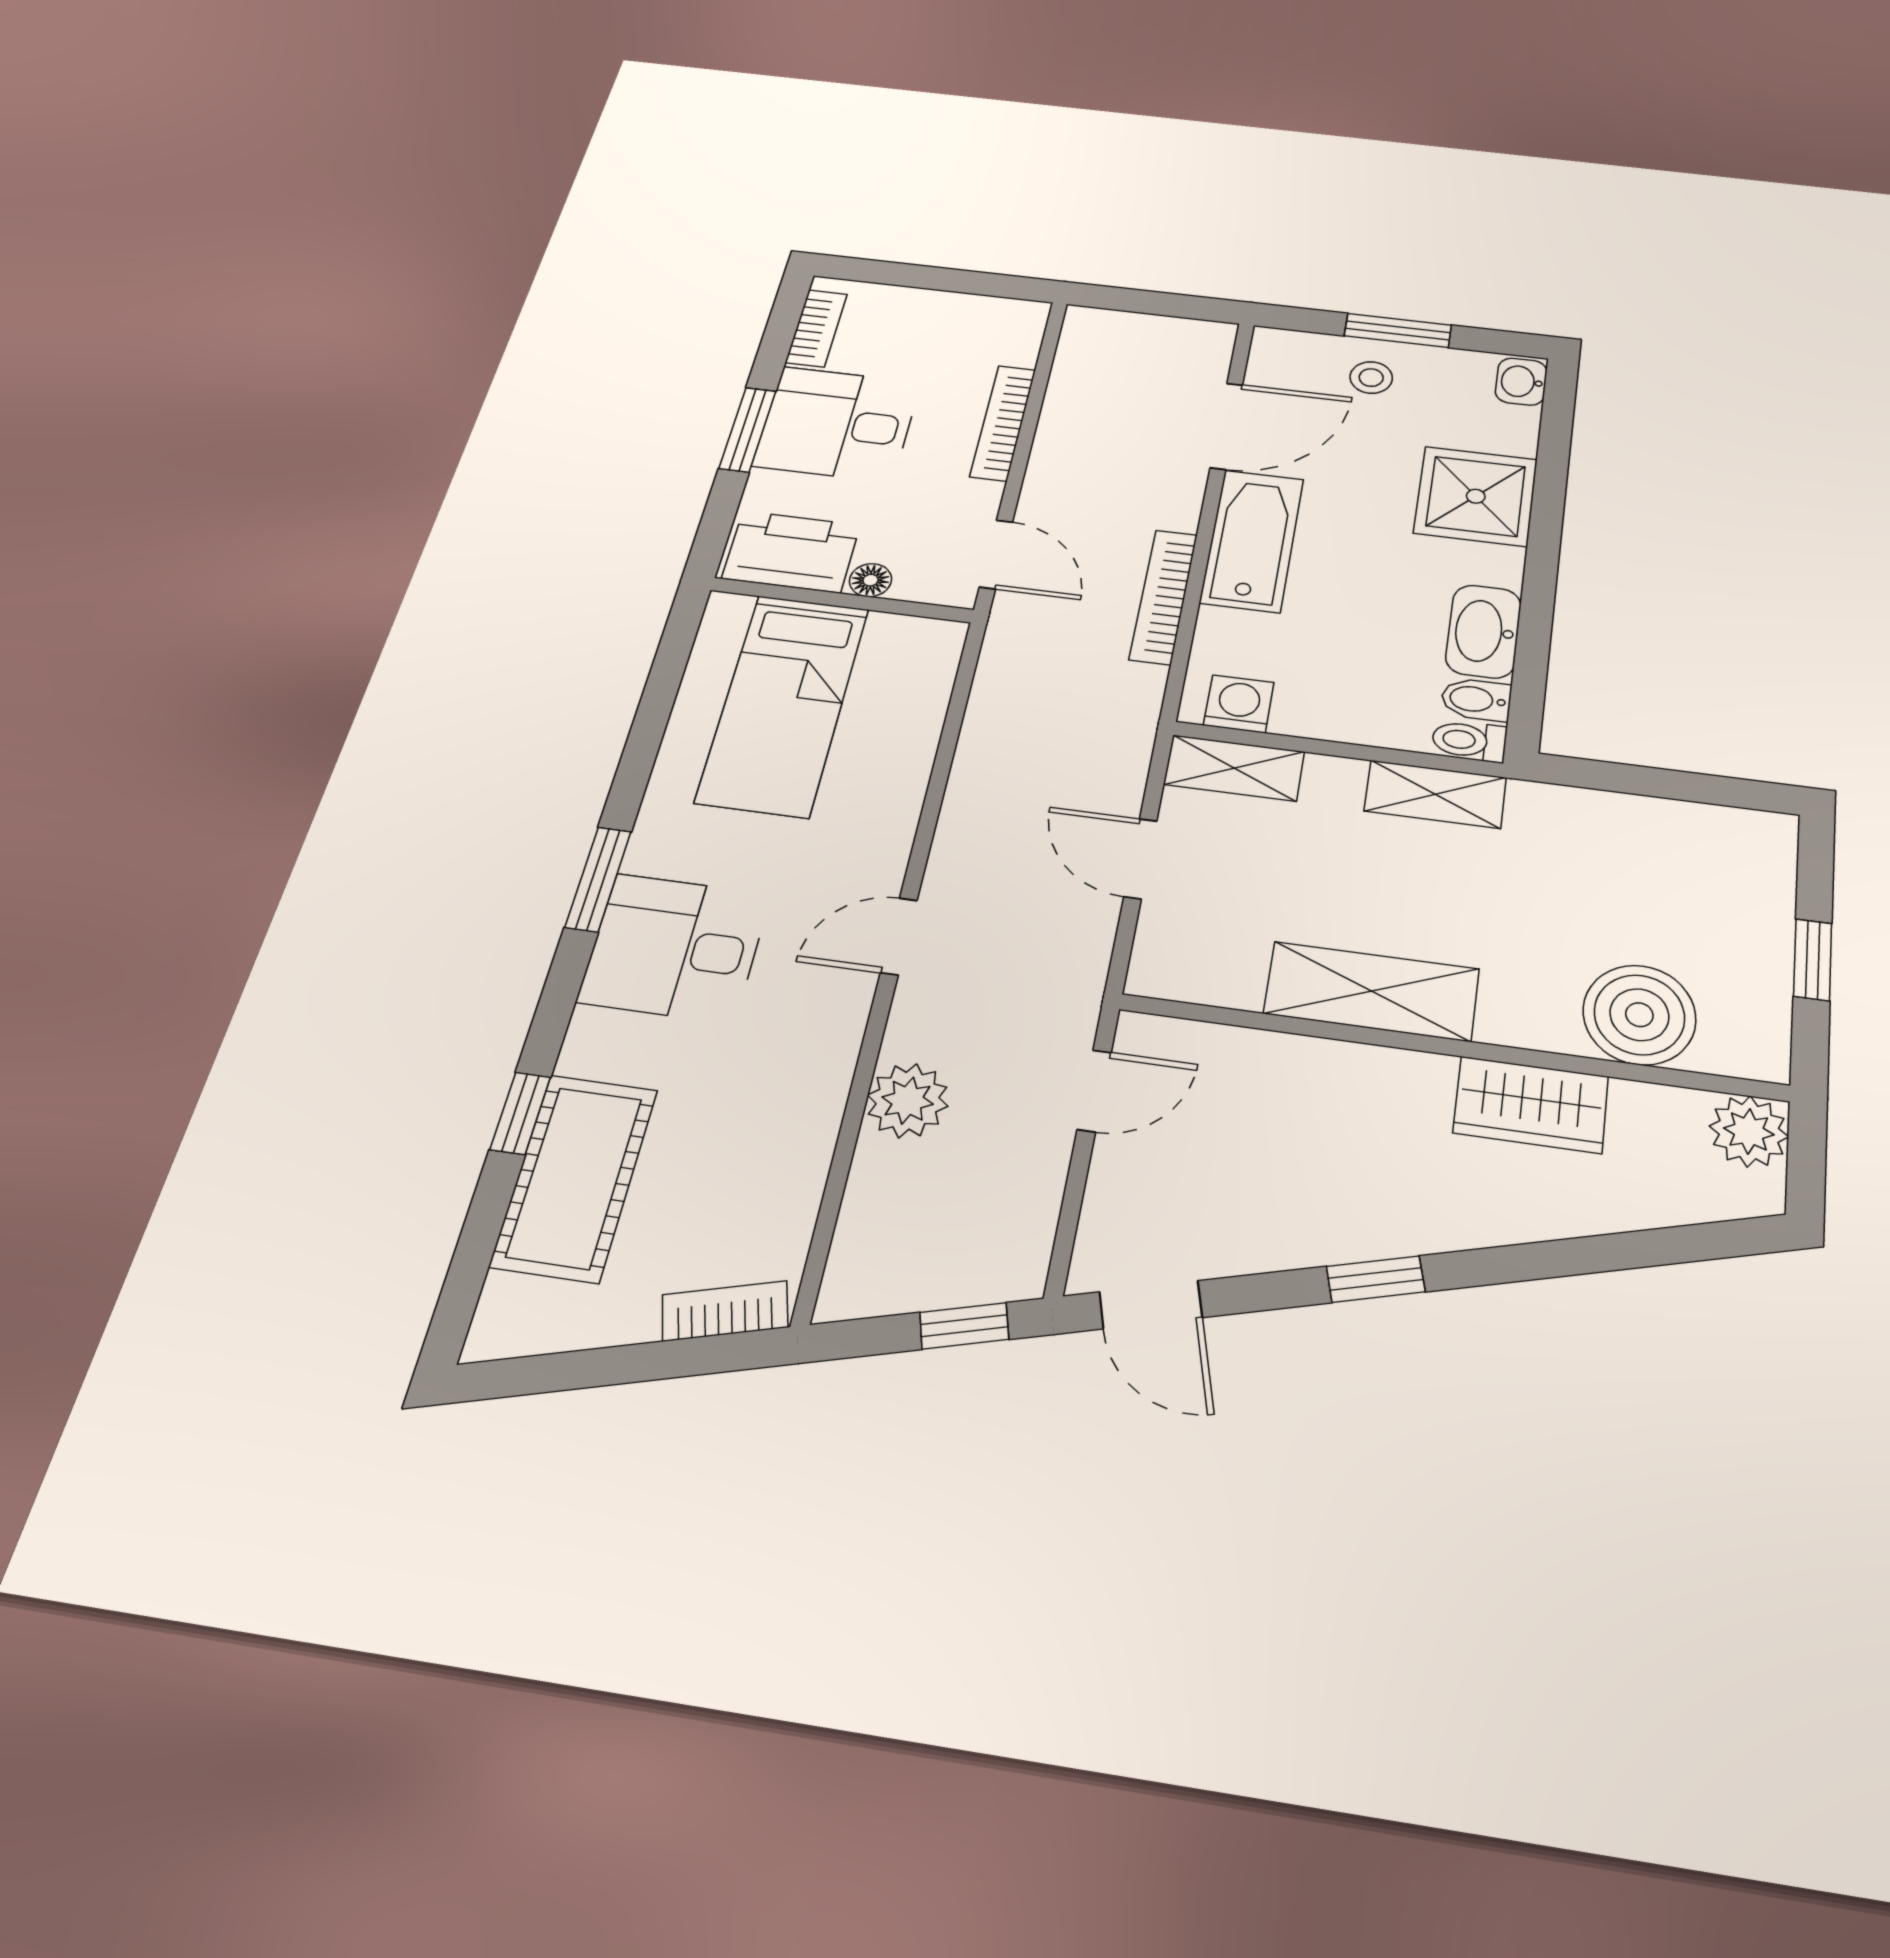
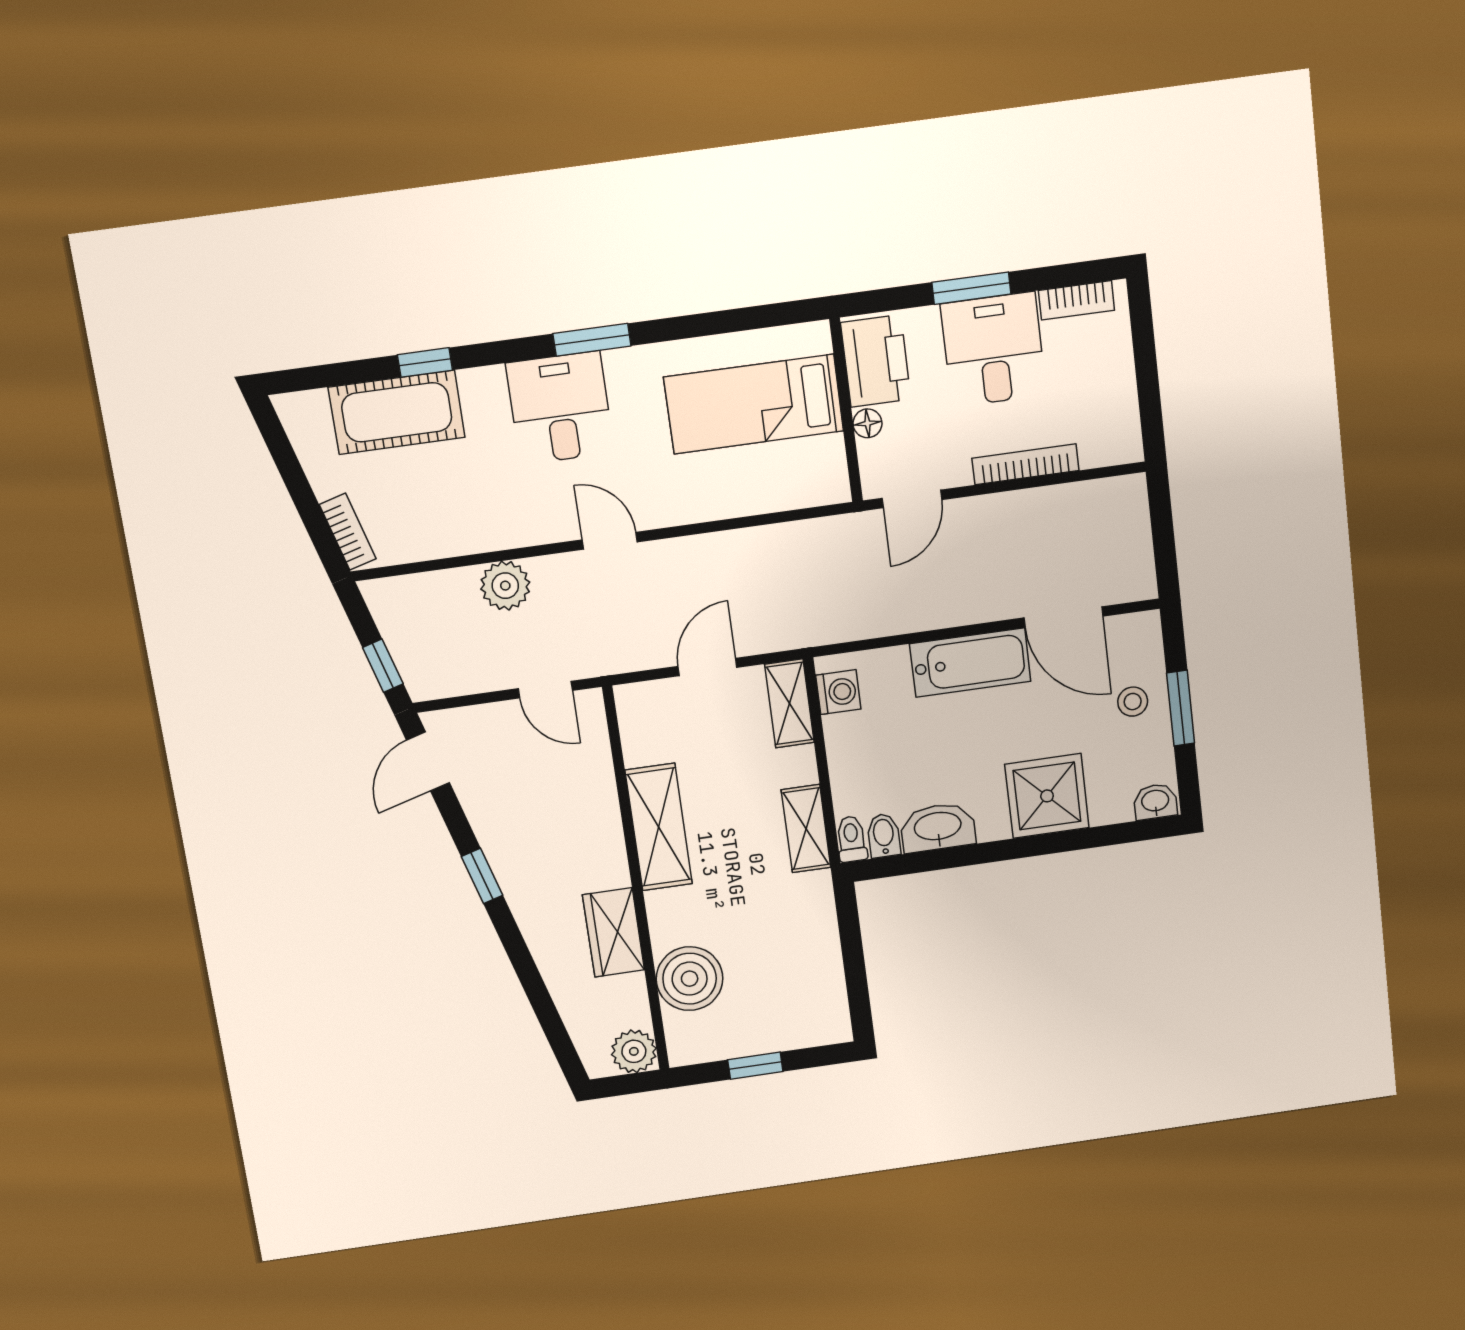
bookcase: (1163, 597) -> (908, 619), removed

